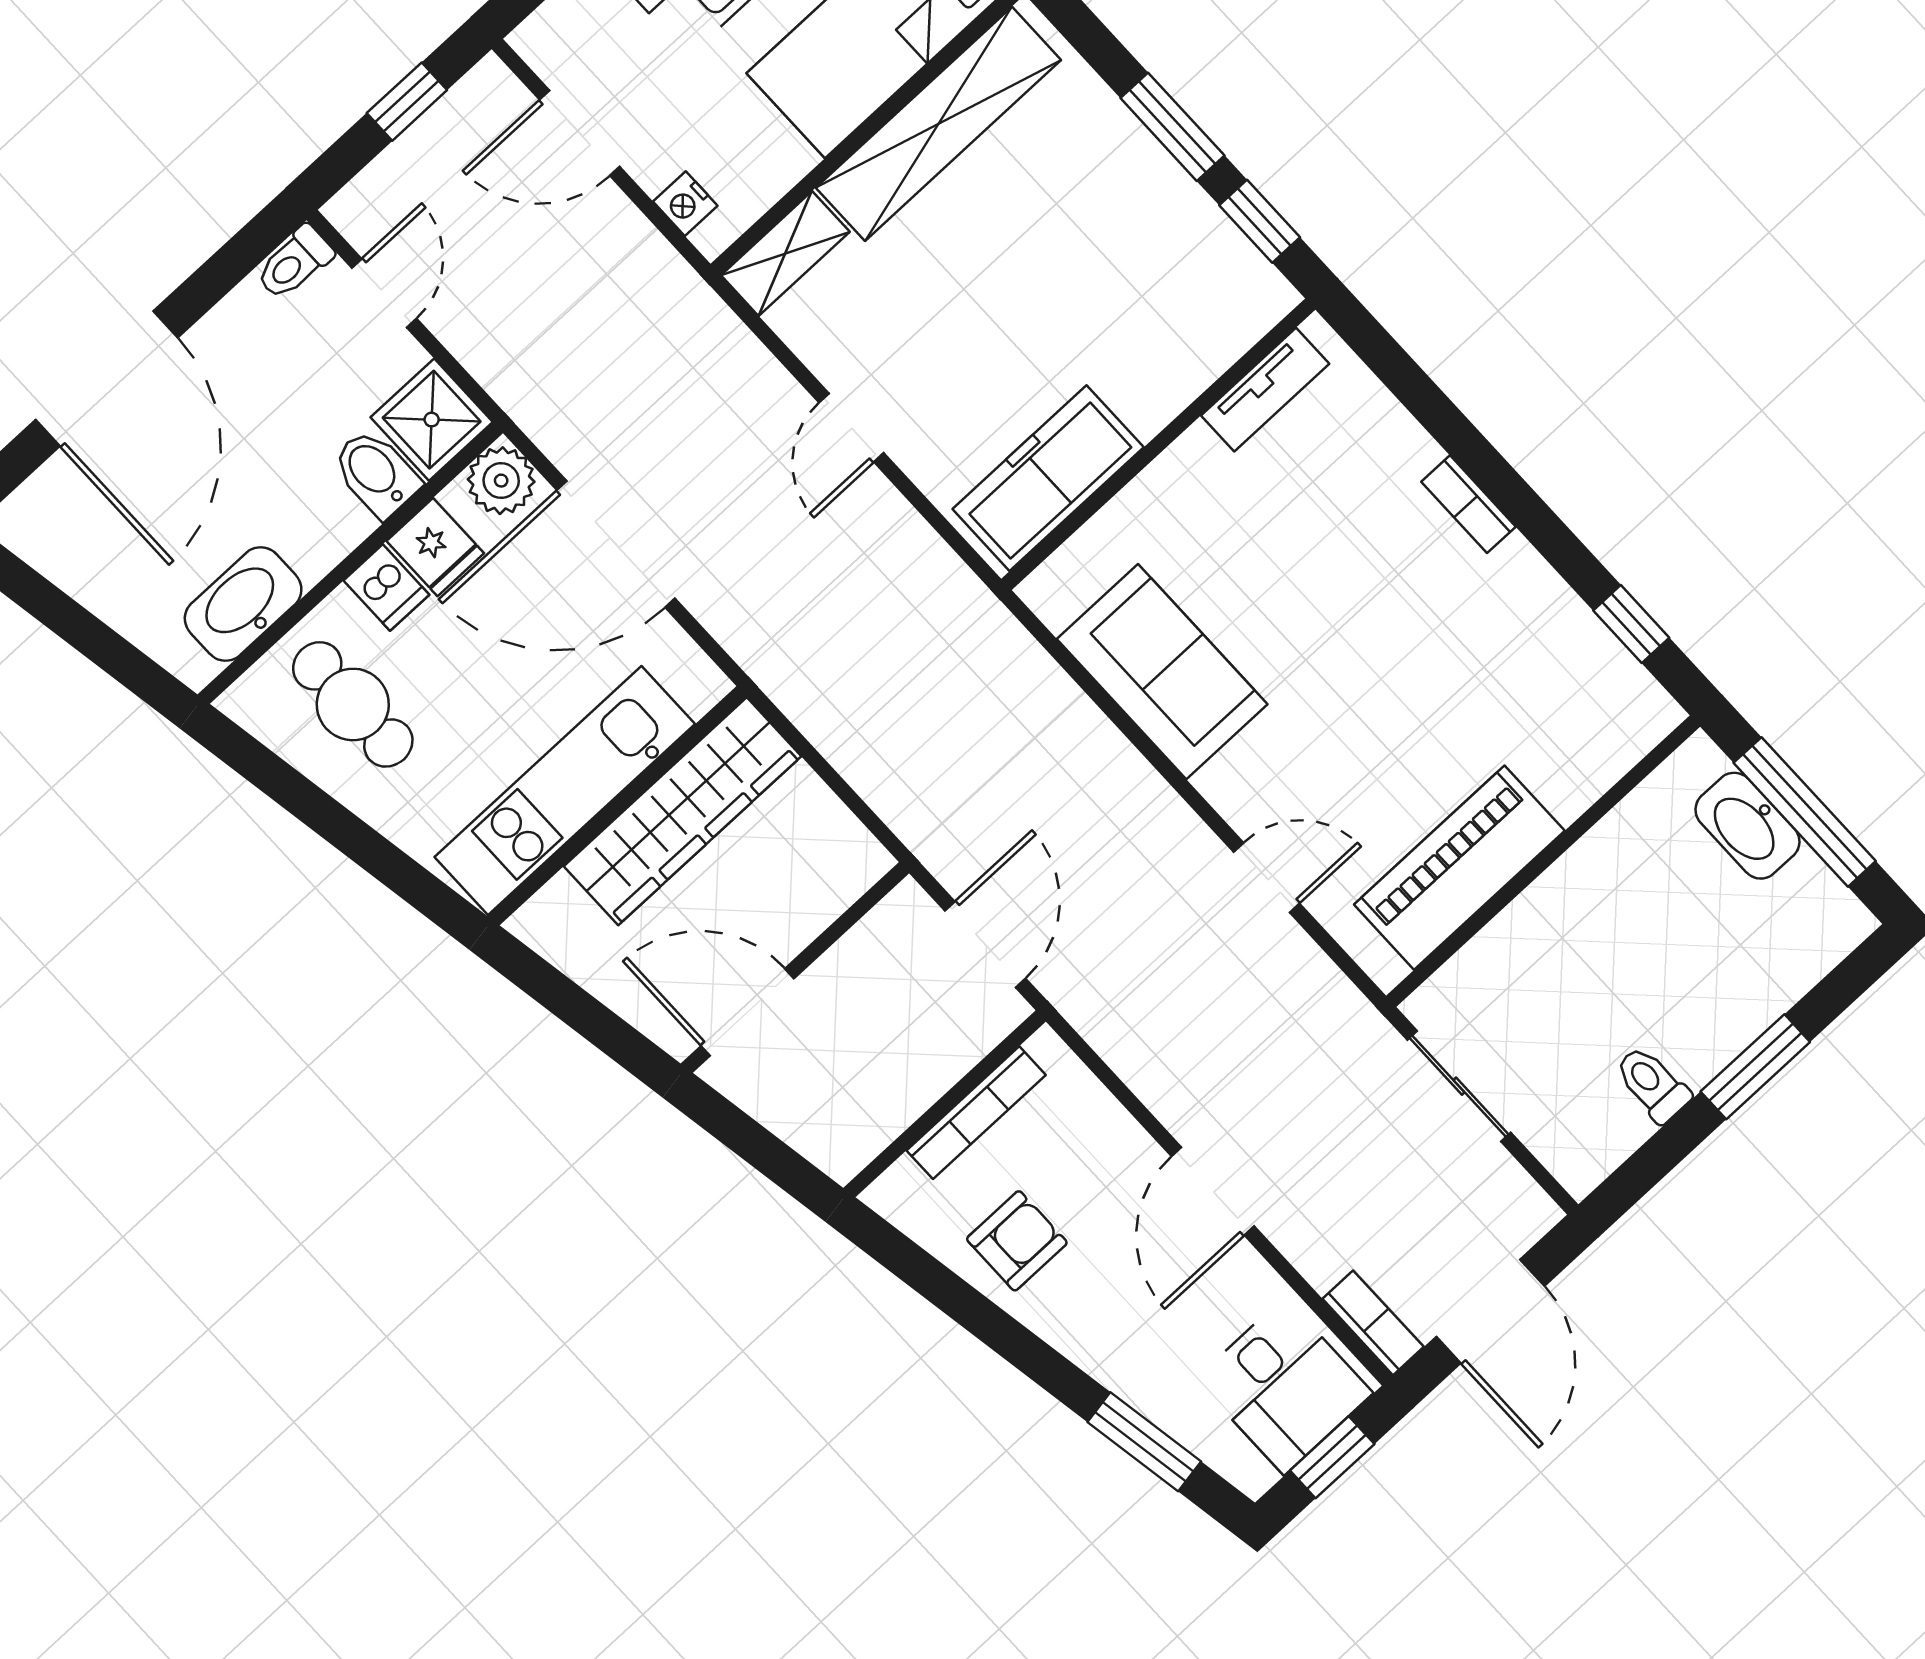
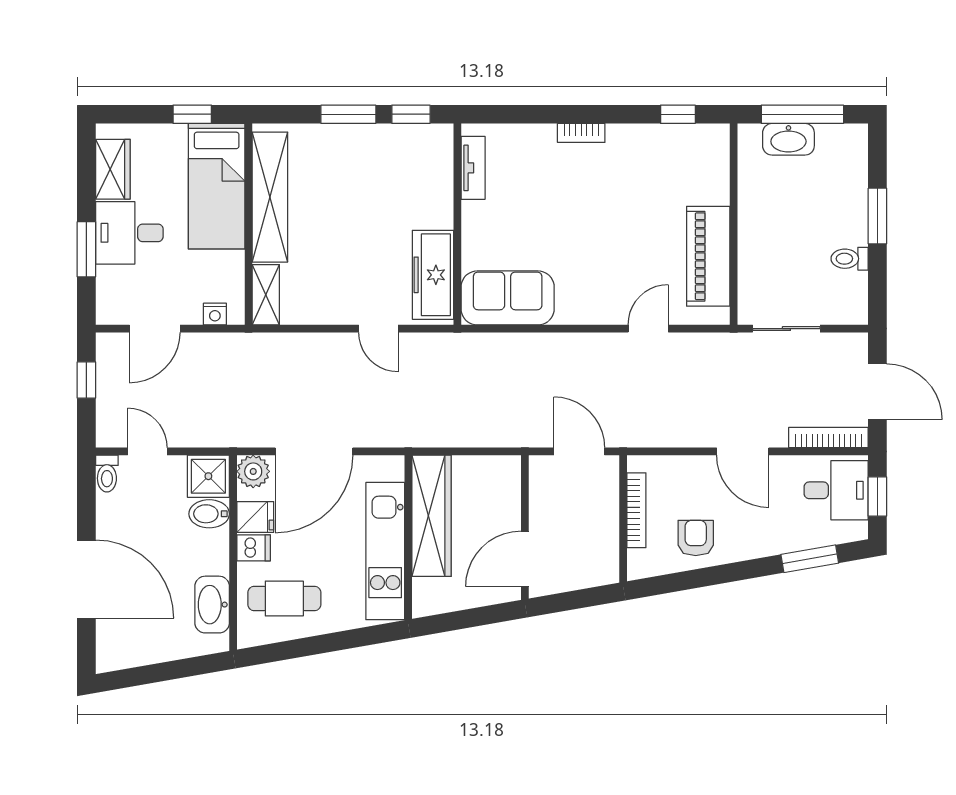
door: (851, 428) -> (378, 329), moved
sofa: (1162, 672) -> (508, 298), moved
bookcase: (1373, 1323) -> (828, 438), width x1.56

